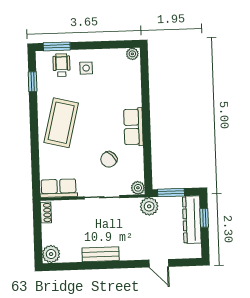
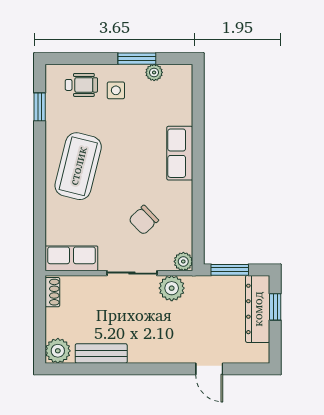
window: (57, 46) -> (137, 59), moved
plant: (132, 54) -> (154, 72), moved
wheelchair: (62, 65) -> (81, 85), turned 90
row of seats: (133, 127) -> (180, 153), moved
plant: (149, 206) -> (172, 288), moved
bench: (101, 254) -> (101, 353), moved

